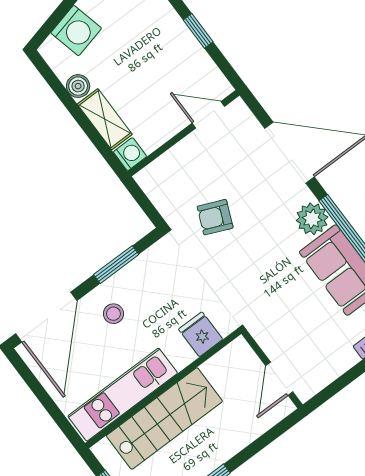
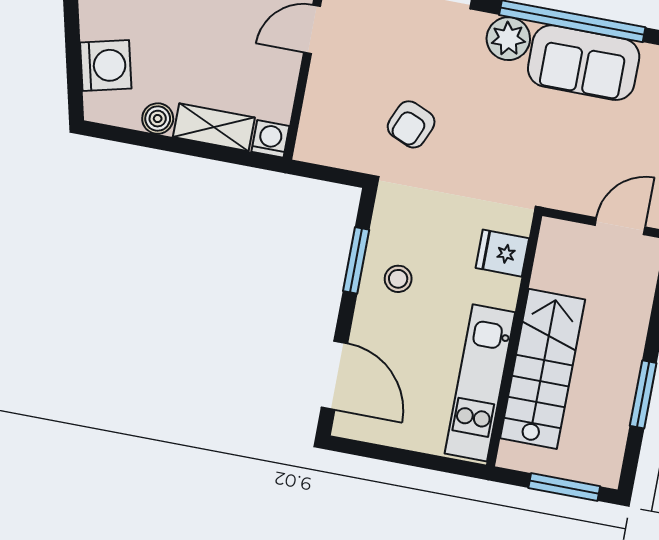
stool: (113, 314) -> (398, 279), moved
door: (46, 317) -> (334, 375), width x0.73
door: (279, 379) -> (620, 226), swing flipped

